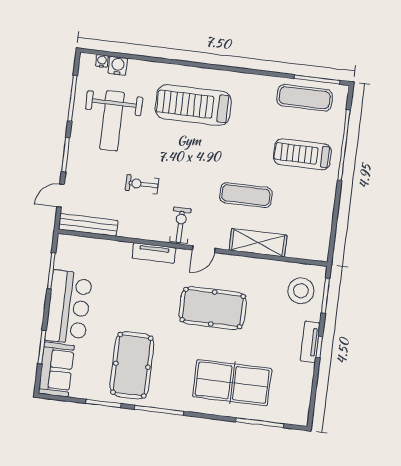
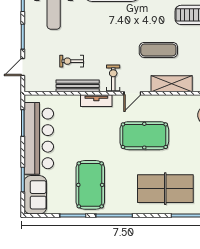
exercise bike: (142, 184) -> (72, 61), moved
bench: (88, 225) -> (78, 86), moved
bar counter: (69, 307) -> (39, 138), width x1.36

